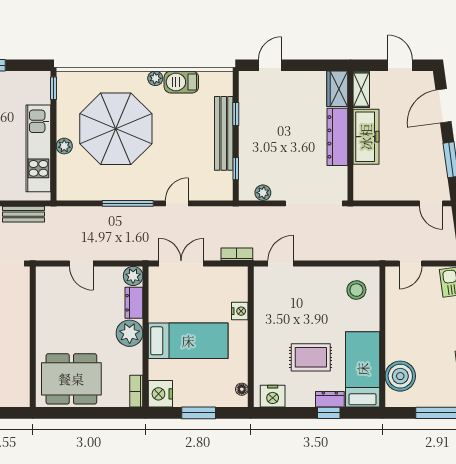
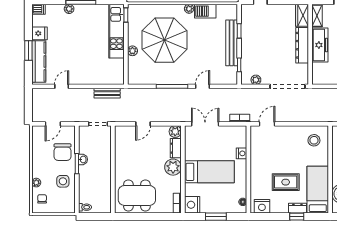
kitchen unit: (38, 148) -> (116, 31), moved
door: (81, 263) -> (143, 124), hinge flipped

